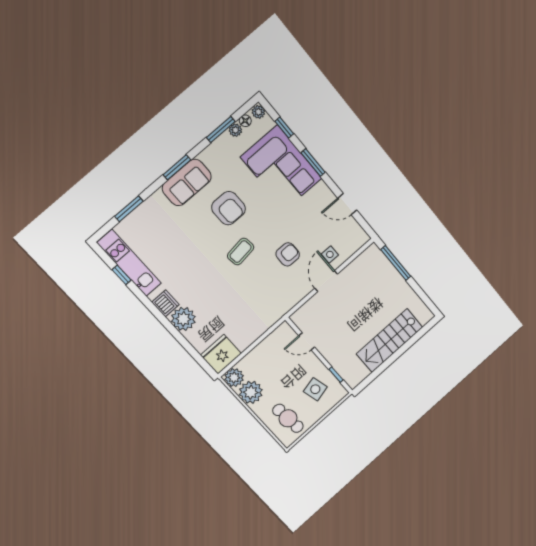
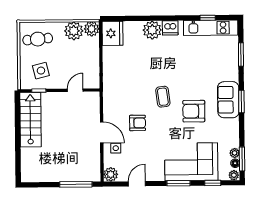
window: (221, 129) -> (242, 159), moved
plant: (359, 238) -> (111, 174), added
armchair: (288, 254) -> (137, 123), turned -90
stairs: (390, 340) -> (30, 120), moved

